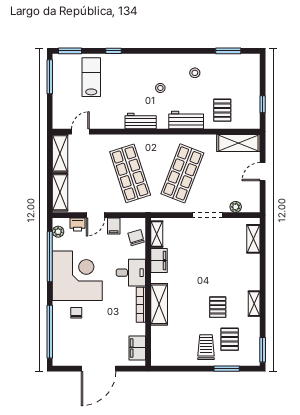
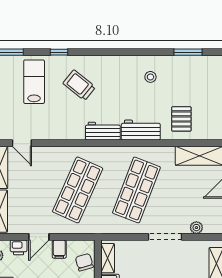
trolley: (131, 80) -> (79, 85), added
stool: (160, 88) -> (112, 94), removed
workbench: (141, 121) -> (103, 131), moved
door: (80, 132) -> (22, 143), swing flipped
shop shelf: (130, 173) -> (78, 190), turned 42

